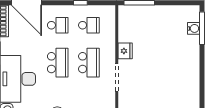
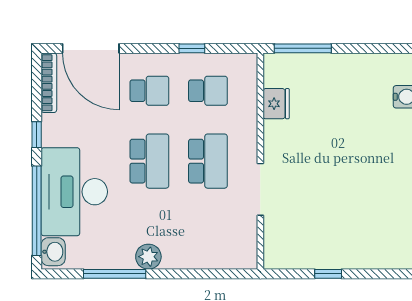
fridge: (125, 51) -> (276, 104), moved

